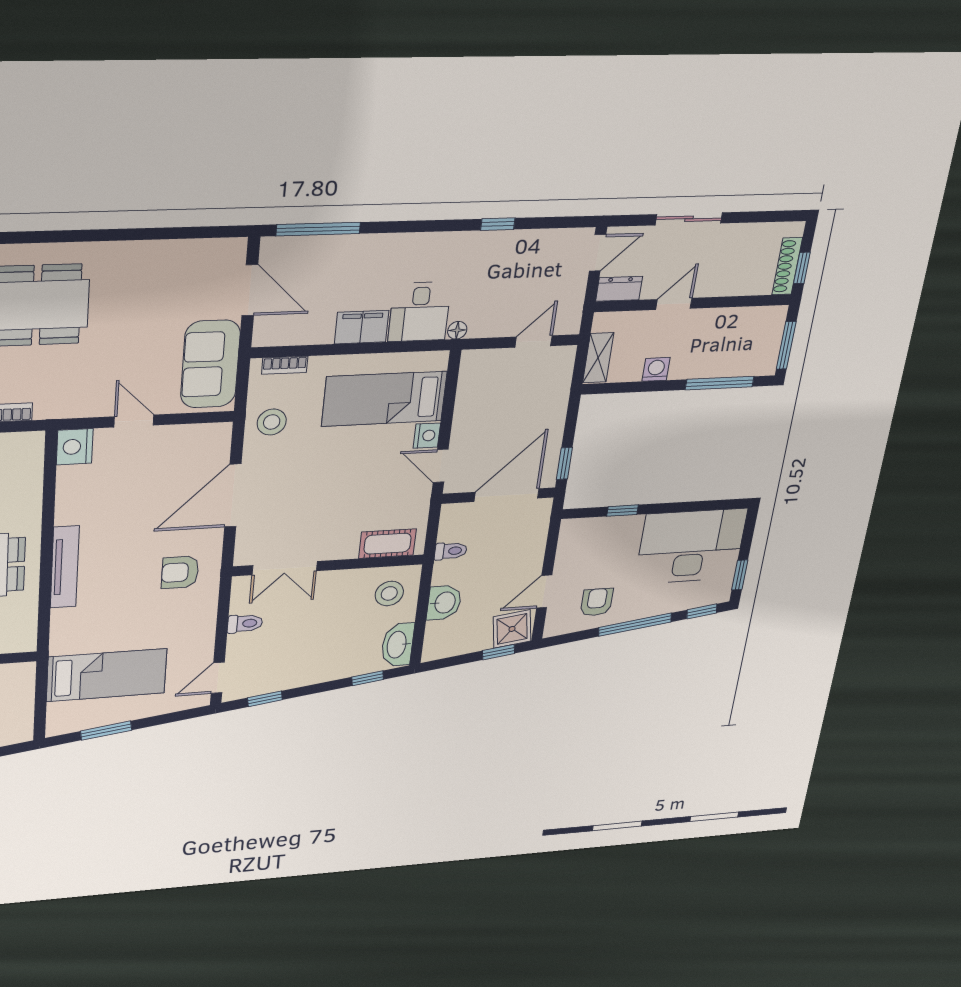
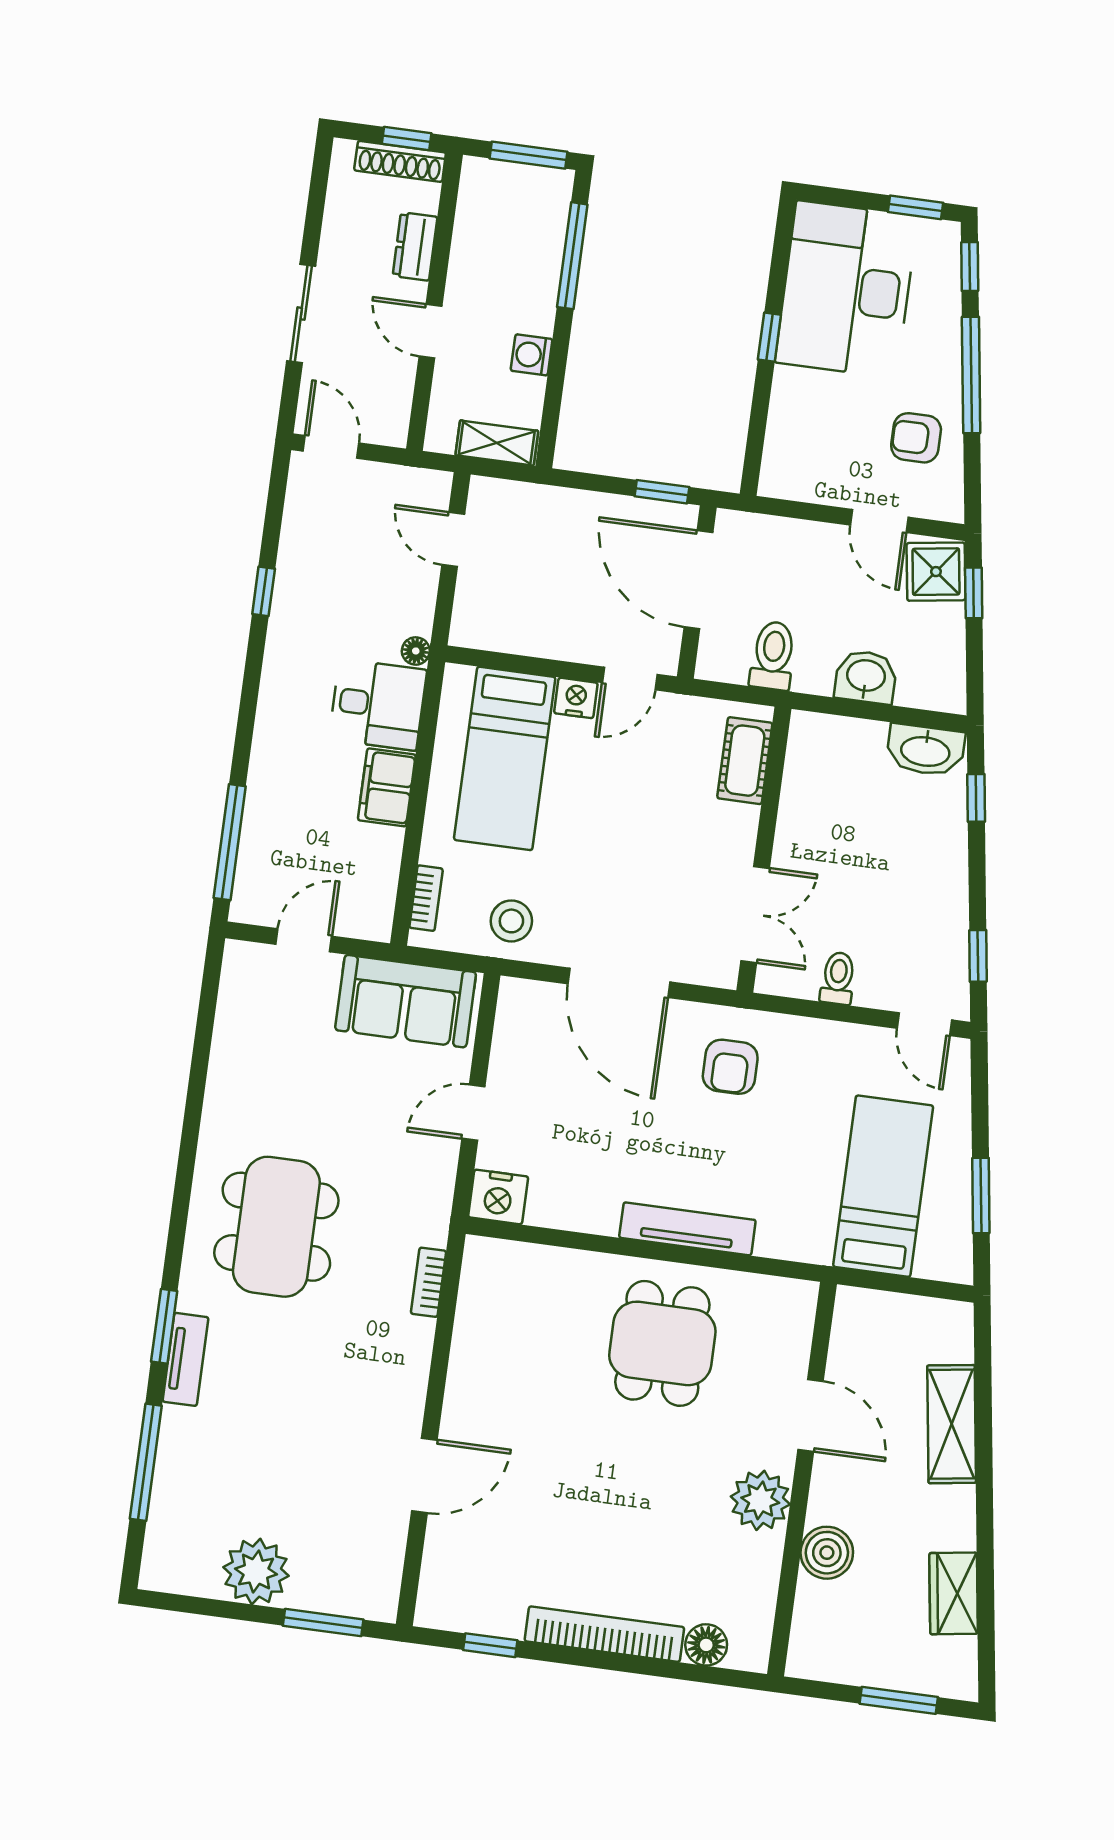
dresser: (619, 289) -> (415, 246), moved
door: (250, 290) -> (304, 940), width x0.73
window: (623, 511) -> (769, 337), moved
toilet: (451, 551) -> (773, 656), width x1.37, depth x1.39
stool: (389, 593) -> (832, 760), removed

